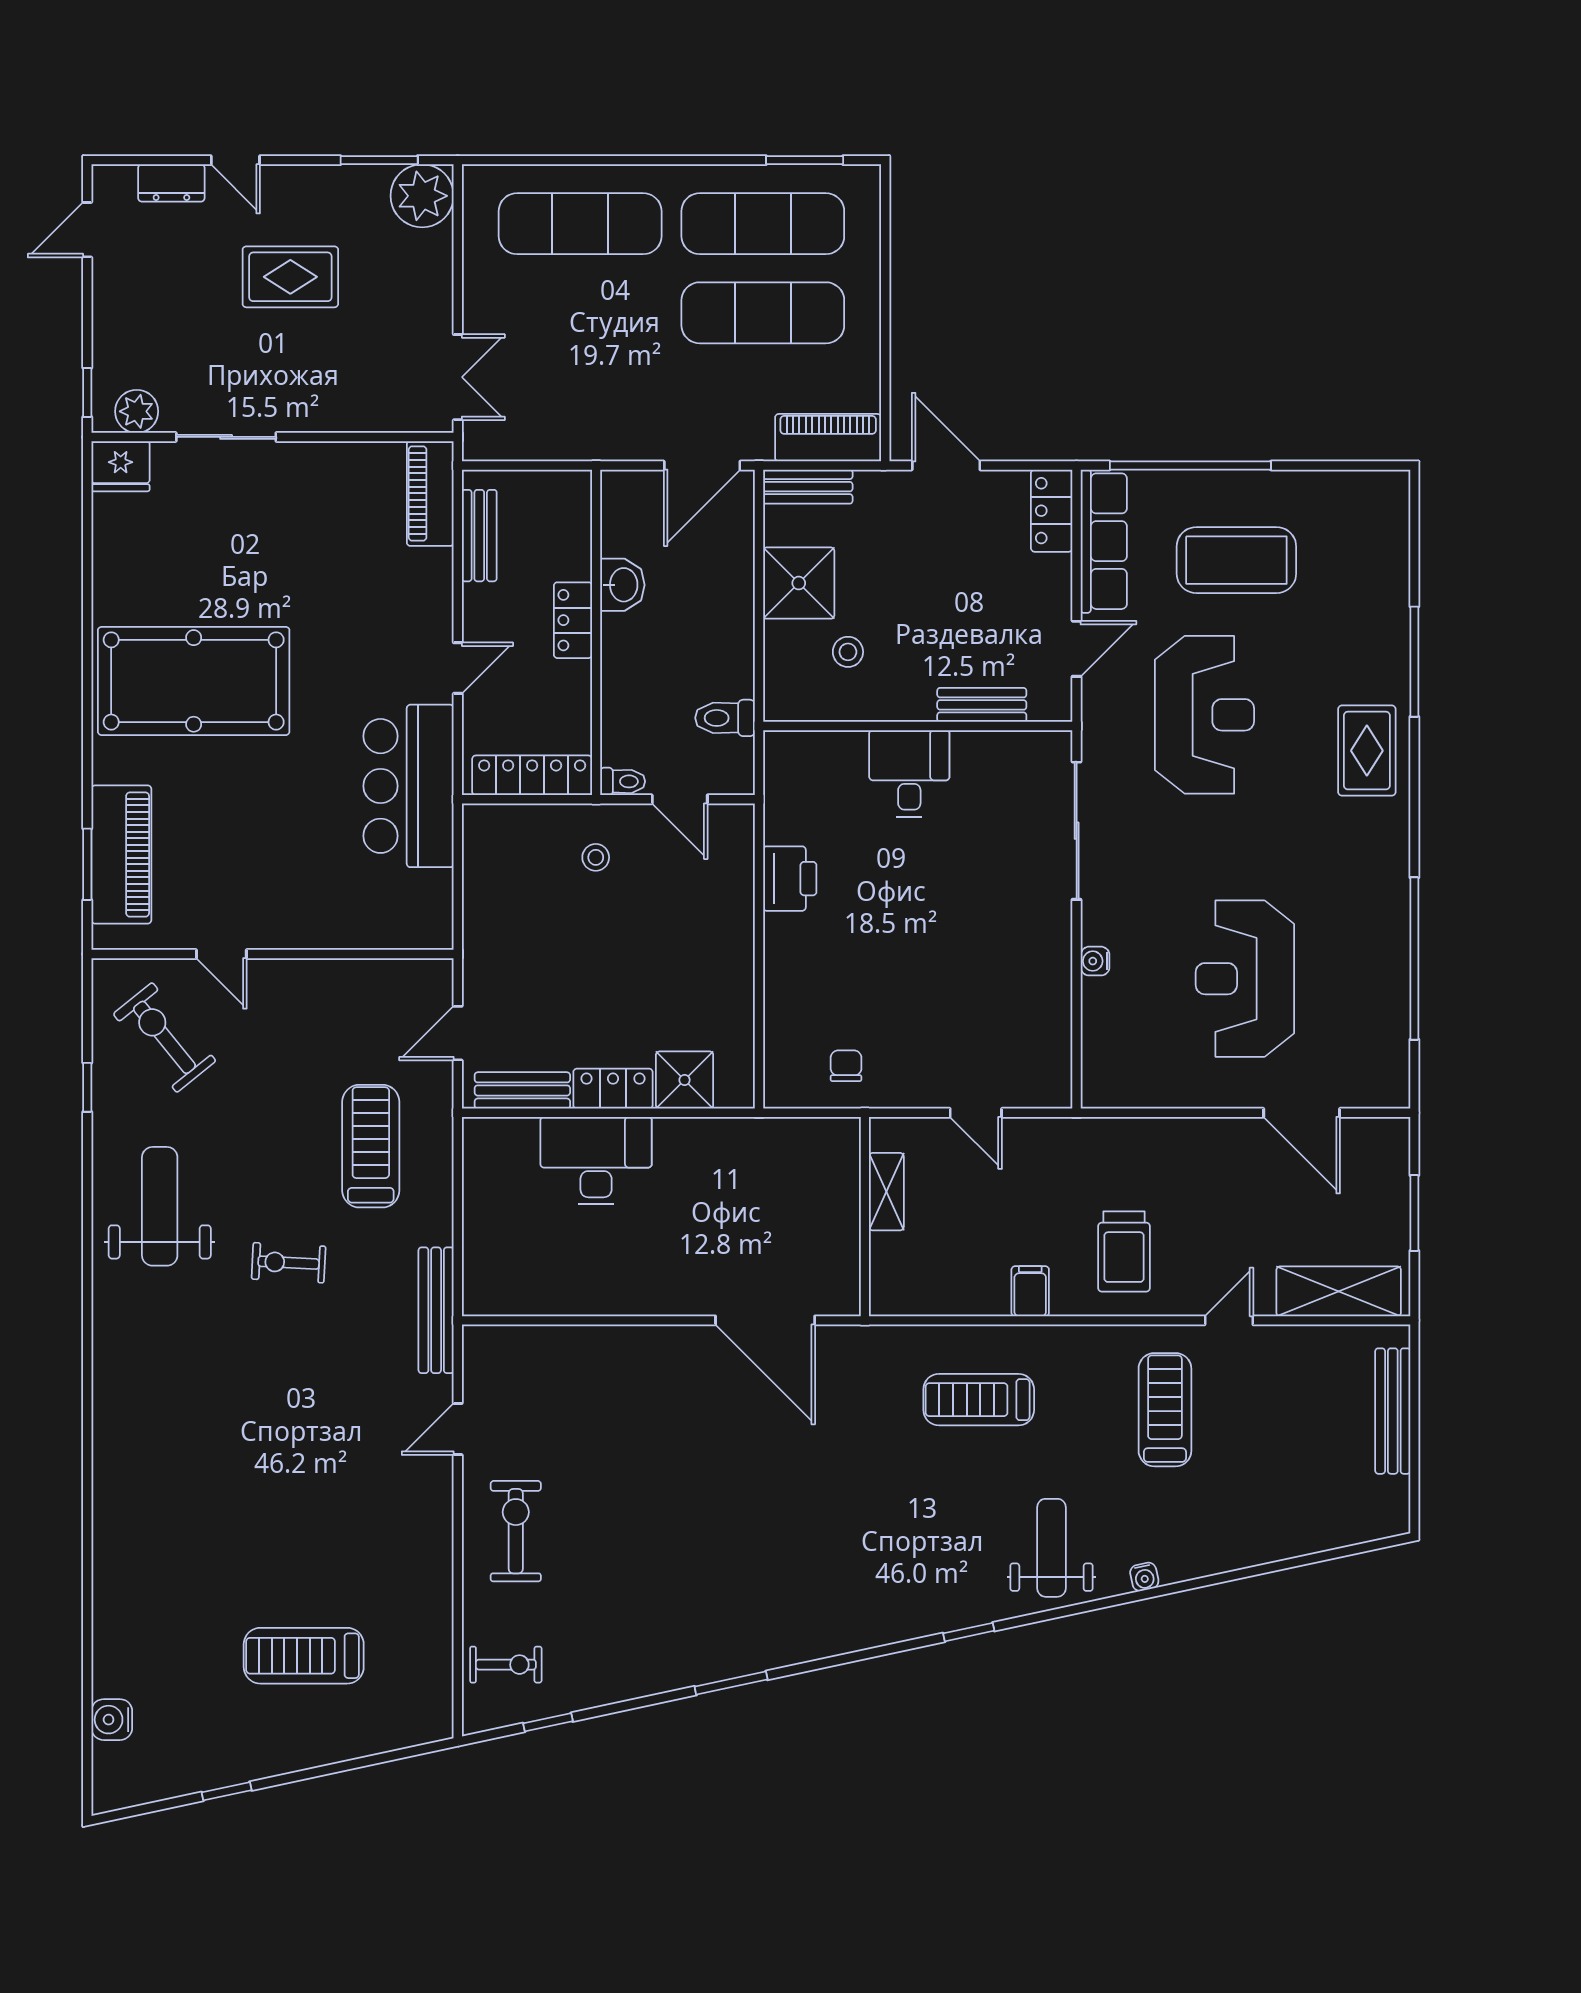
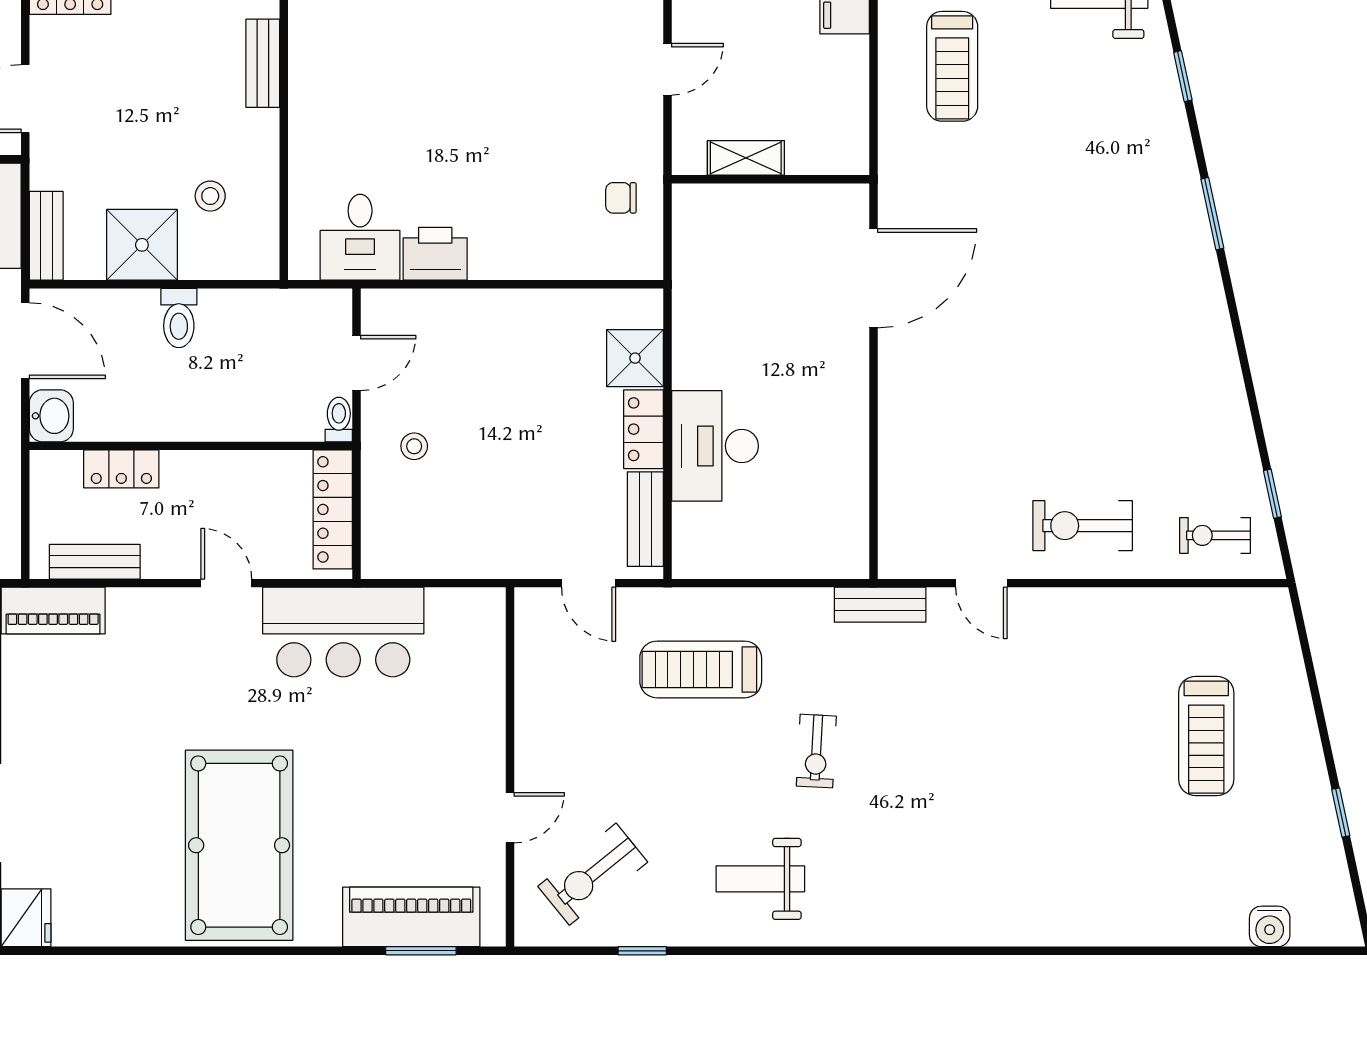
washbasin: (622, 585) -> (51, 416), moved, turned 90
locker: (573, 620) -> (121, 469), moved
toilet: (725, 718) -> (179, 318), moved
desk: (909, 773) -> (360, 237), moved, turned -90
weight bench: (160, 1206) -> (760, 879), width x0.73, depth x0.75
bench: (436, 1310) -> (880, 605), width x0.73
exercise bike: (506, 1665) -> (1215, 535), turned -90
window: (731, 1683) -> (1212, 214), moved

